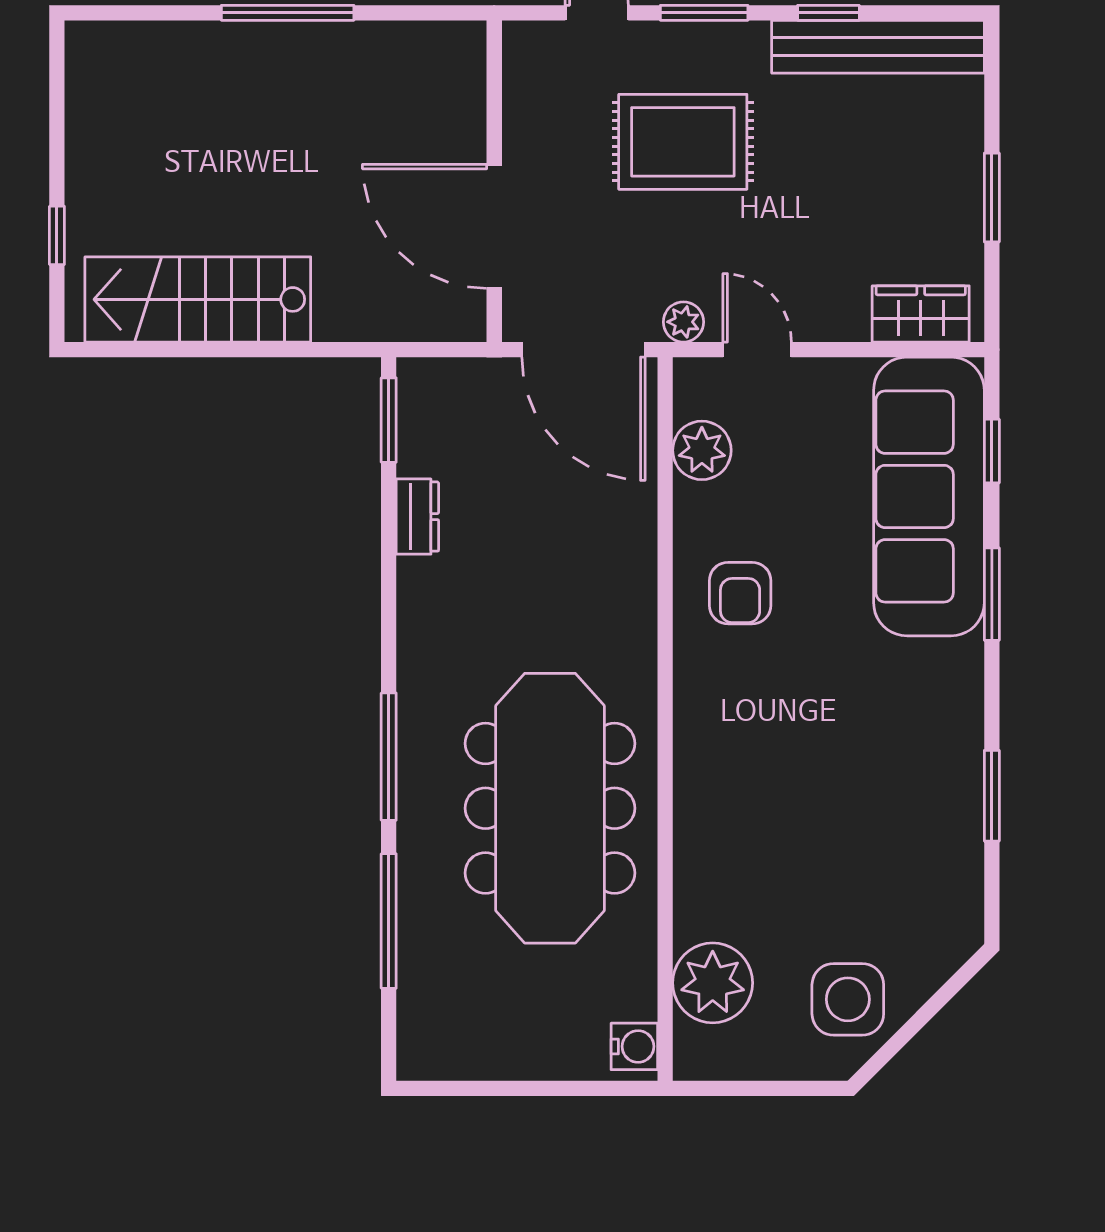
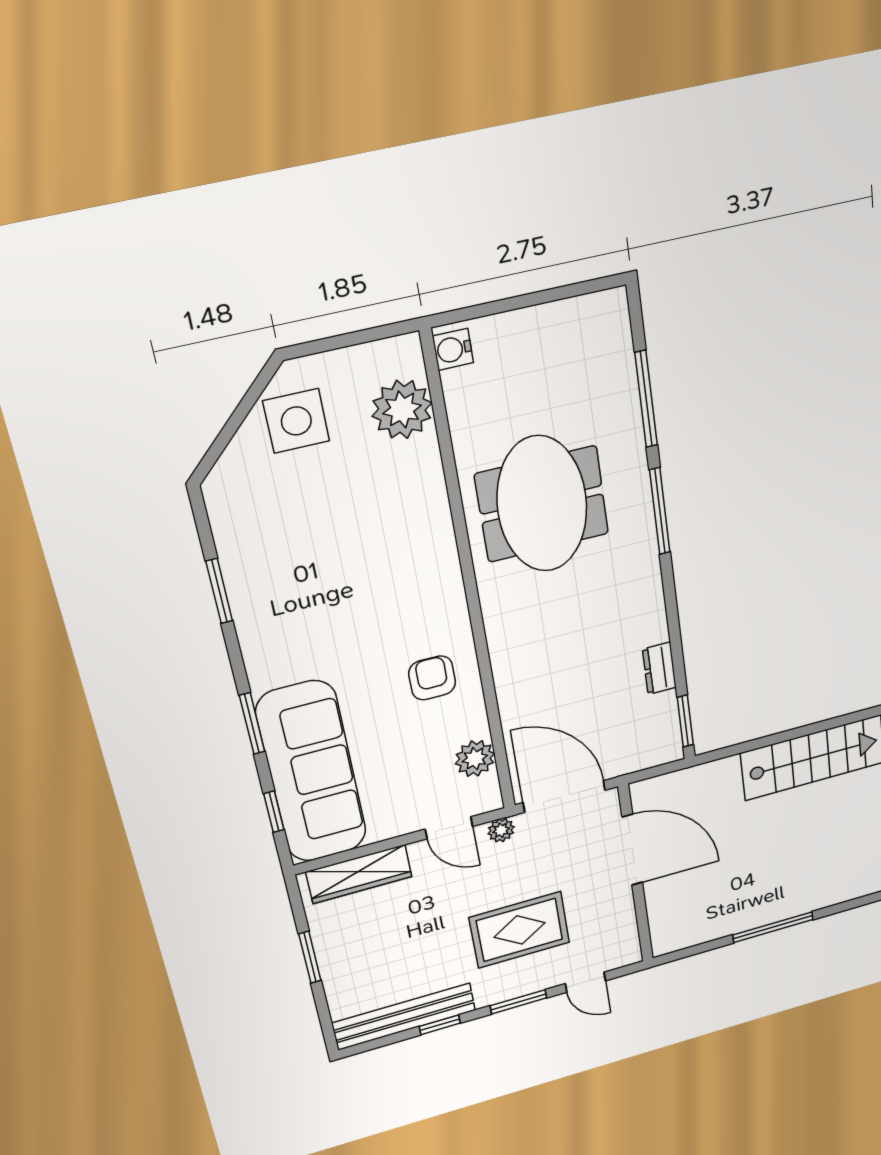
wardrobe: (921, 314) -> (359, 874), width x1.50
meeting table: (550, 808) -> (542, 504), width x0.73

